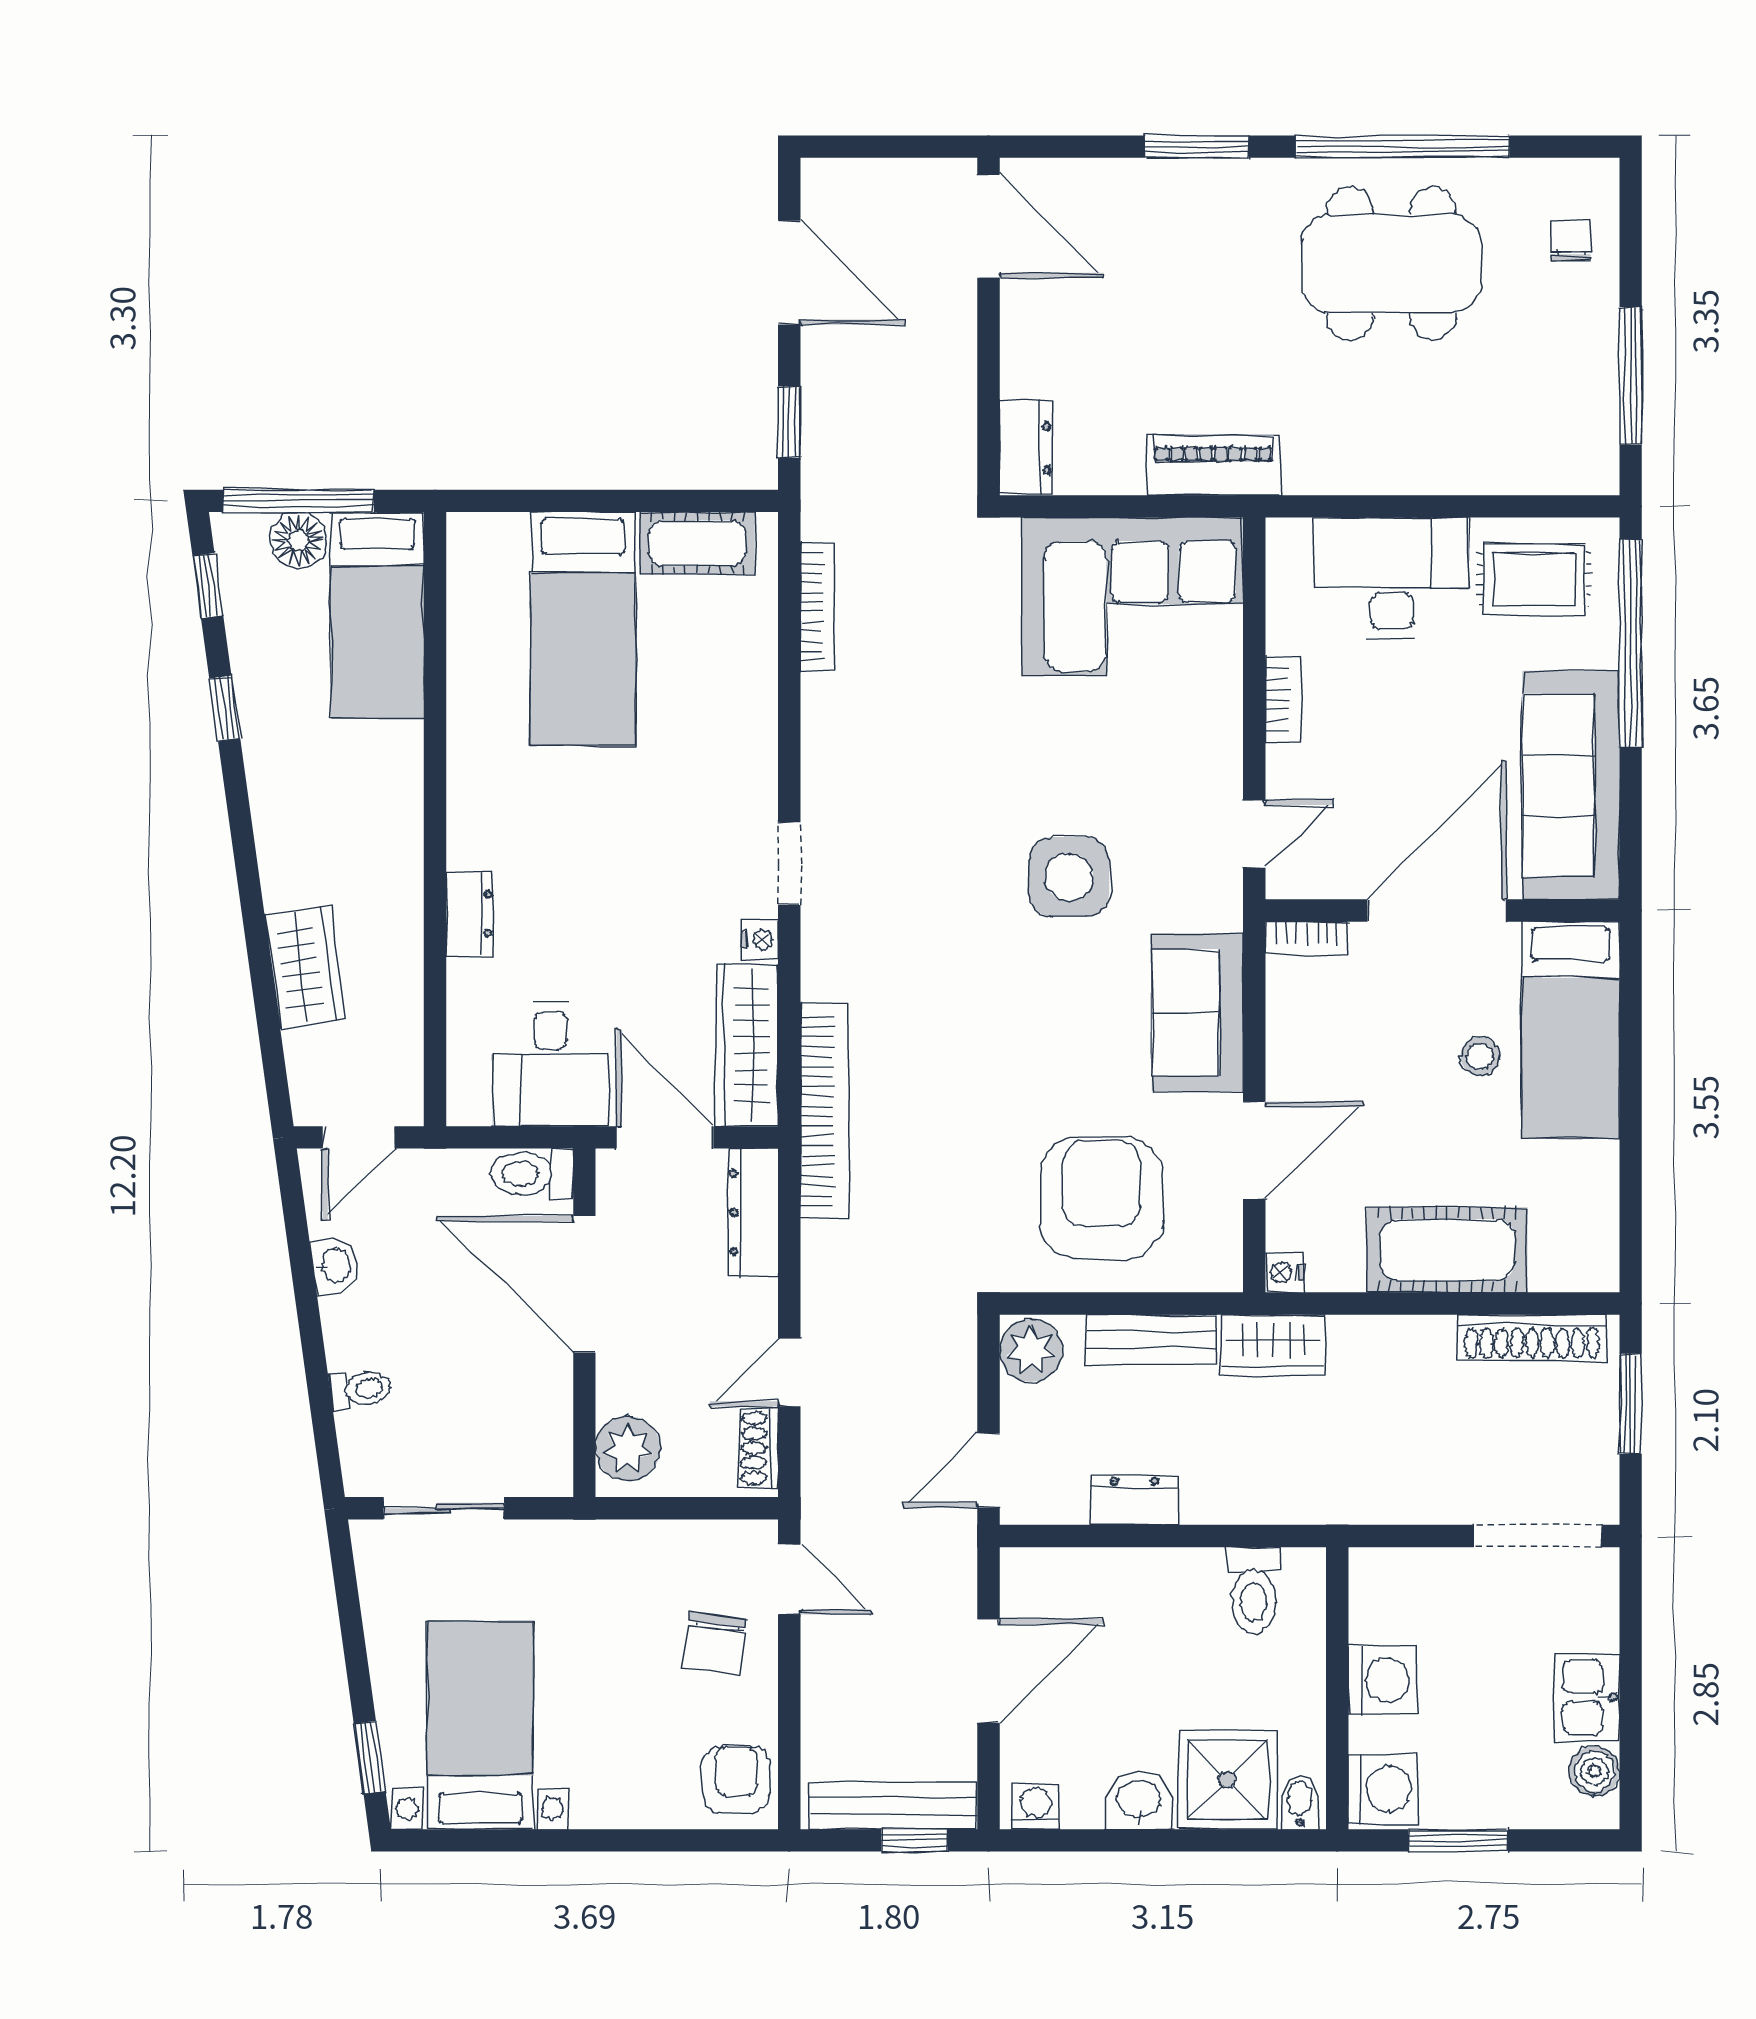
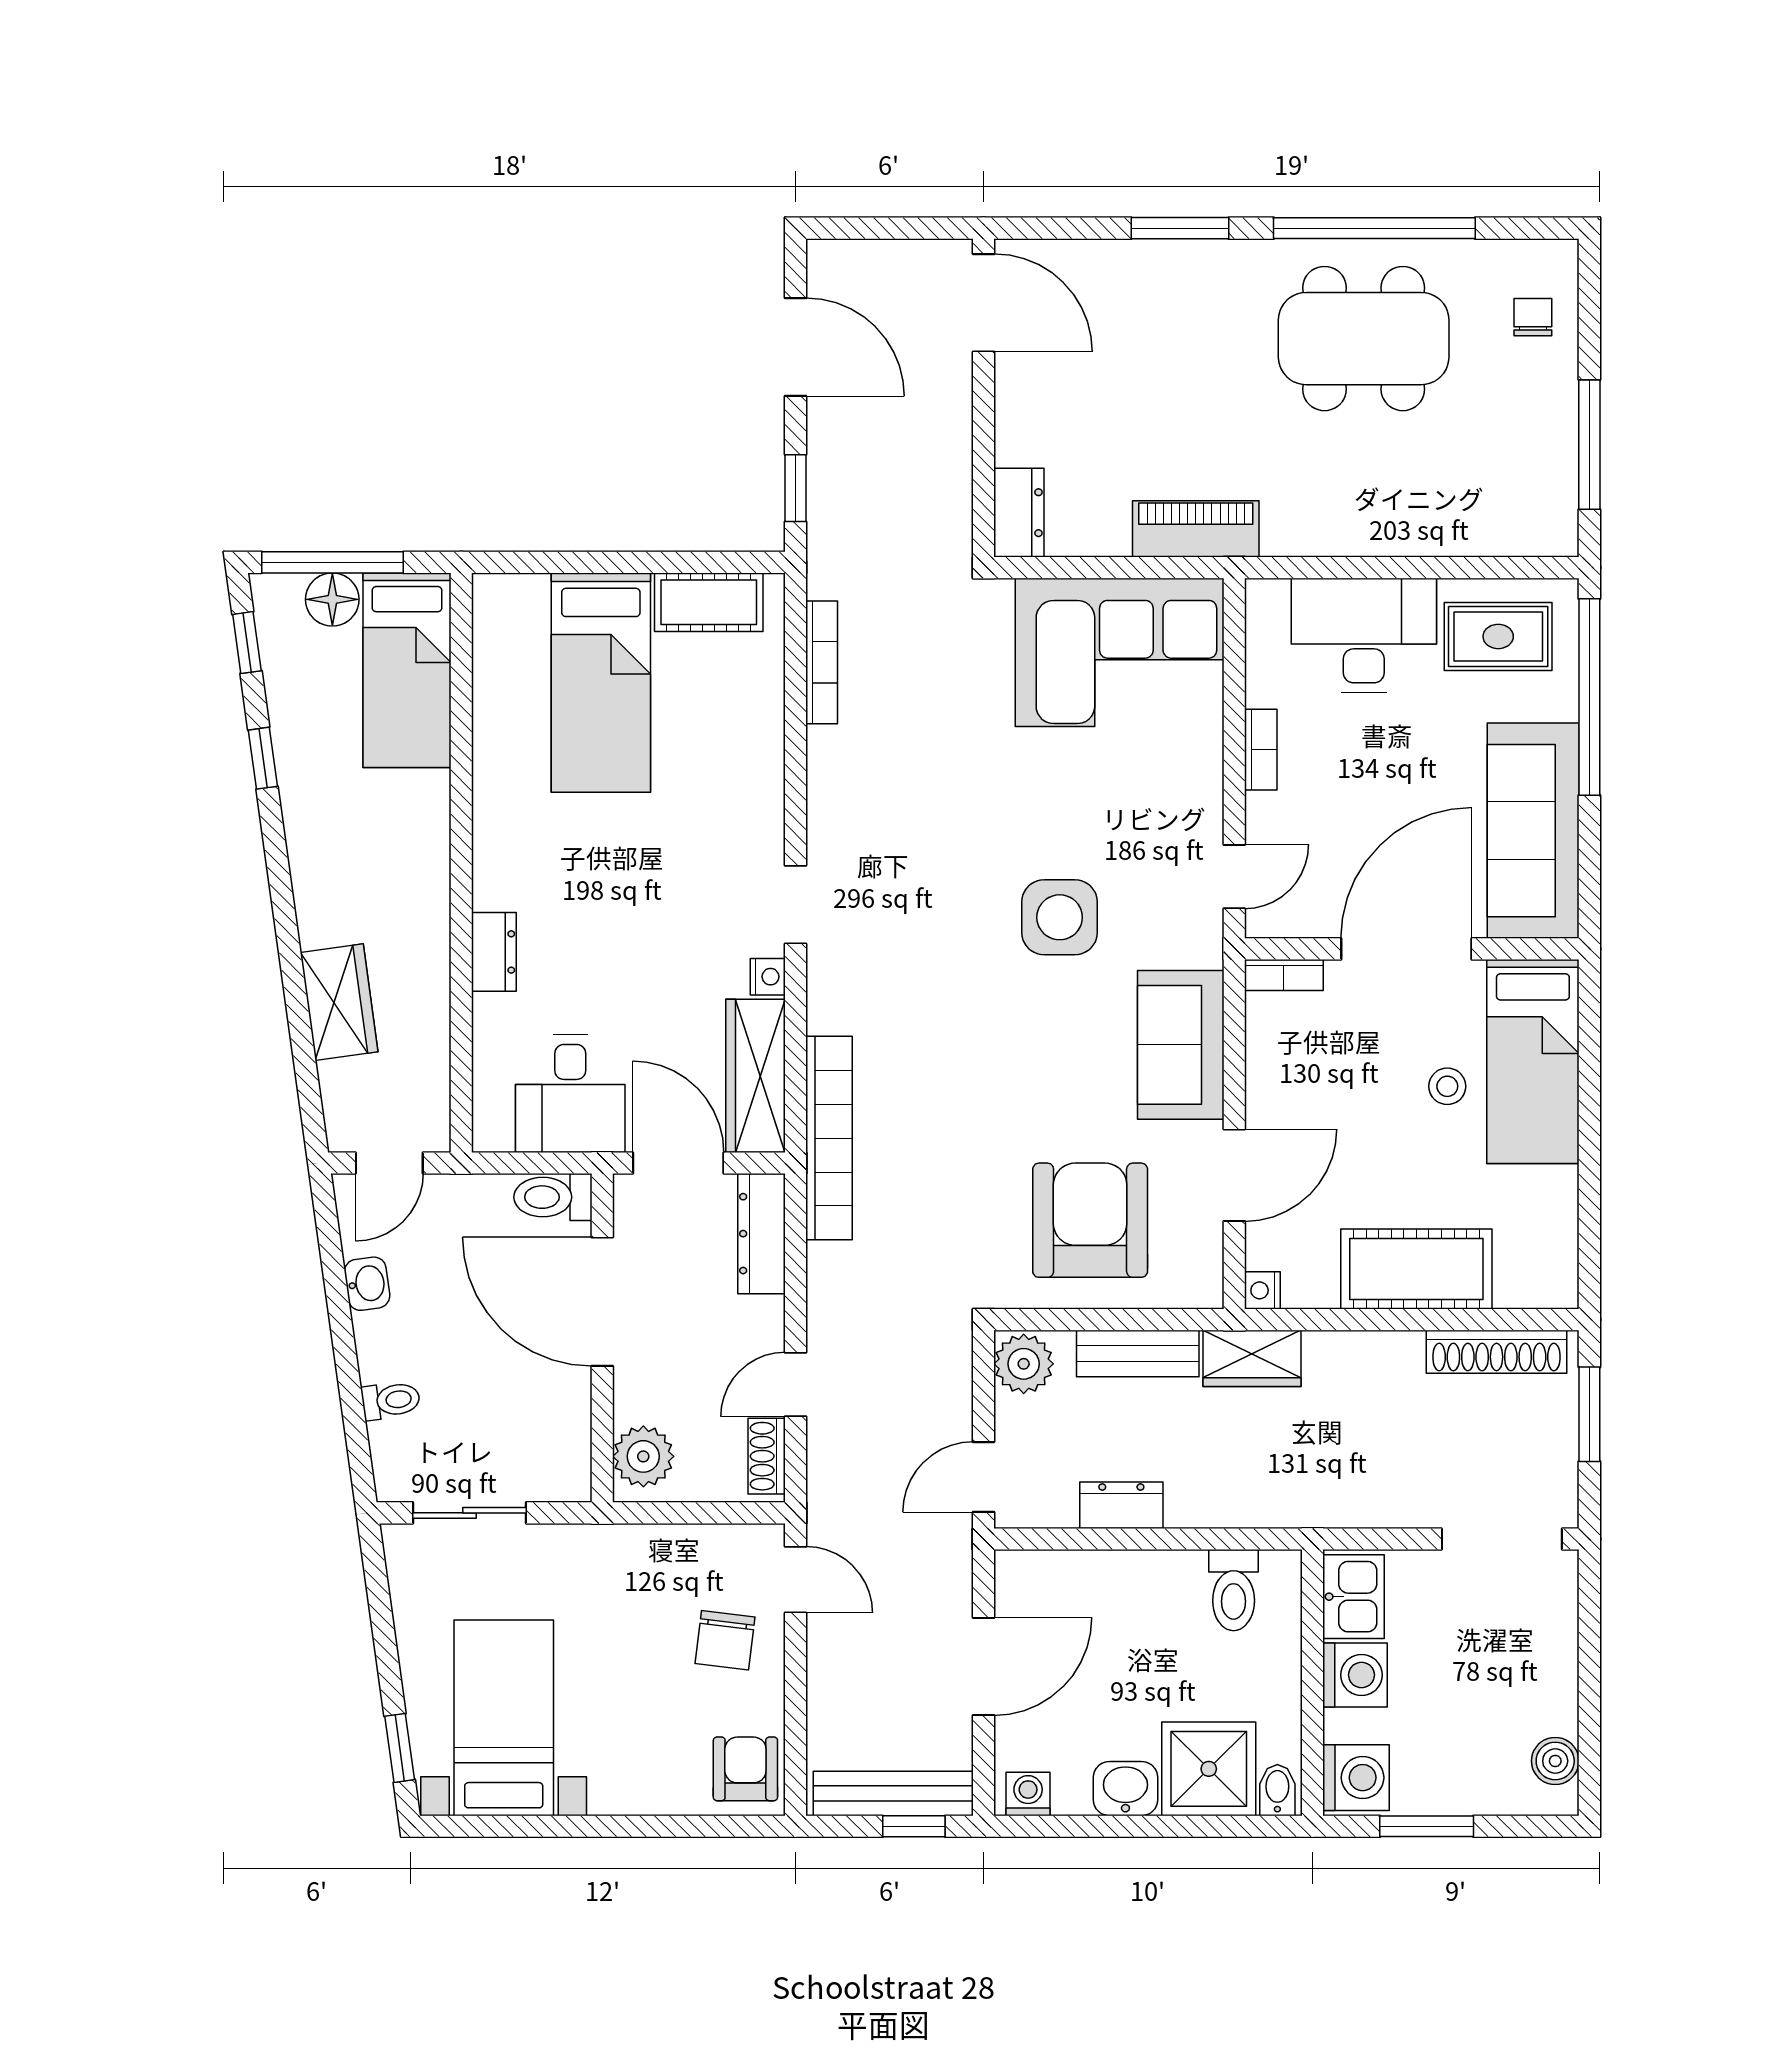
kitchen sink: (1587, 1697) -> (1354, 1597), moved, turned 180

